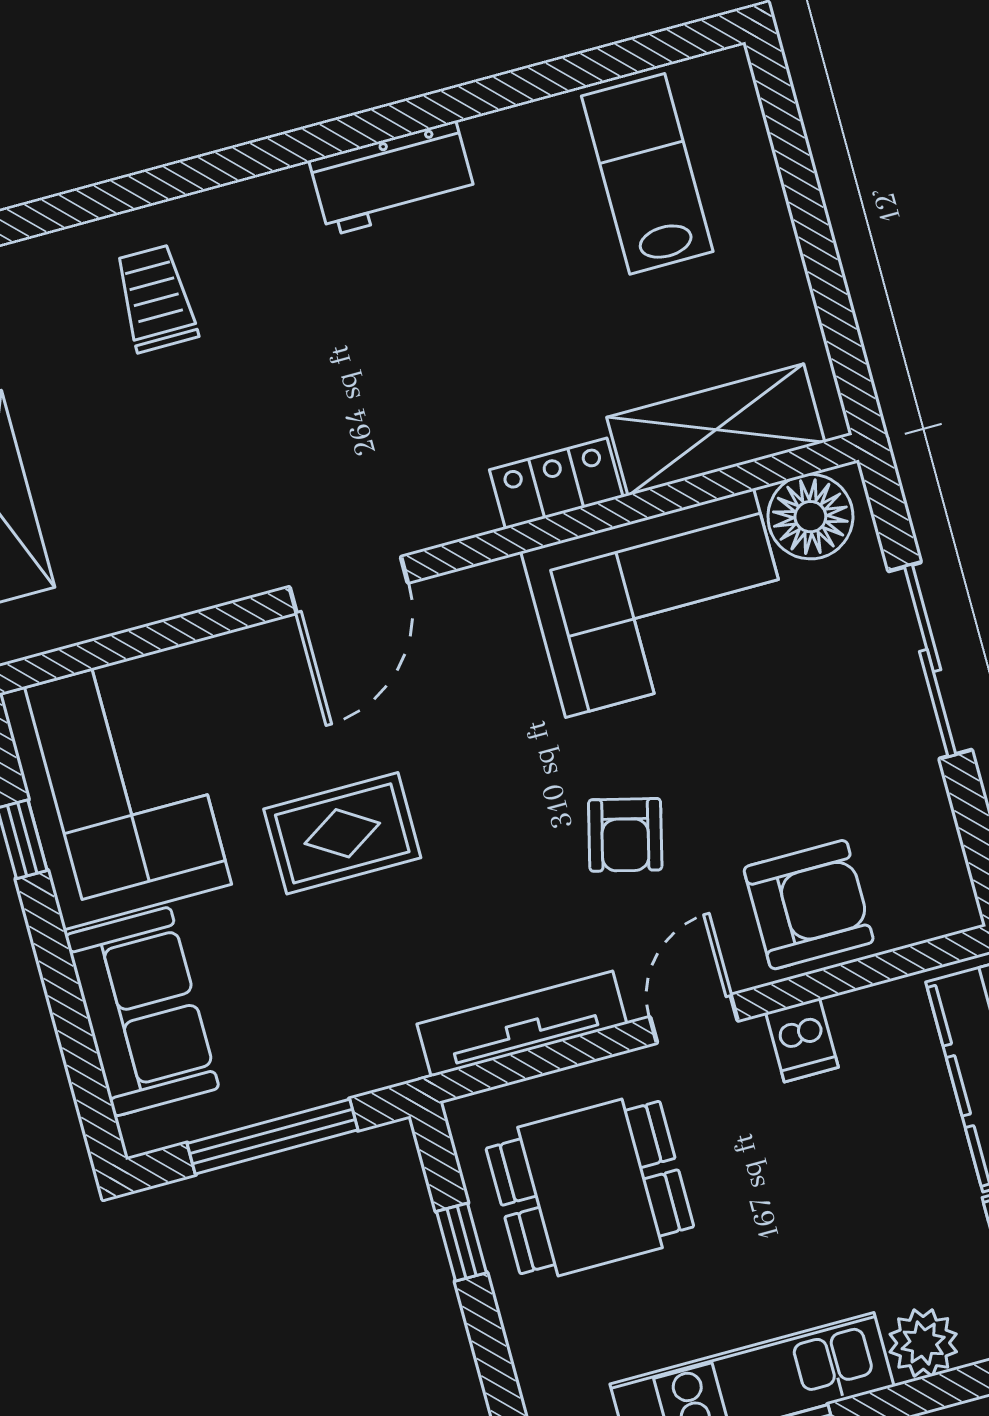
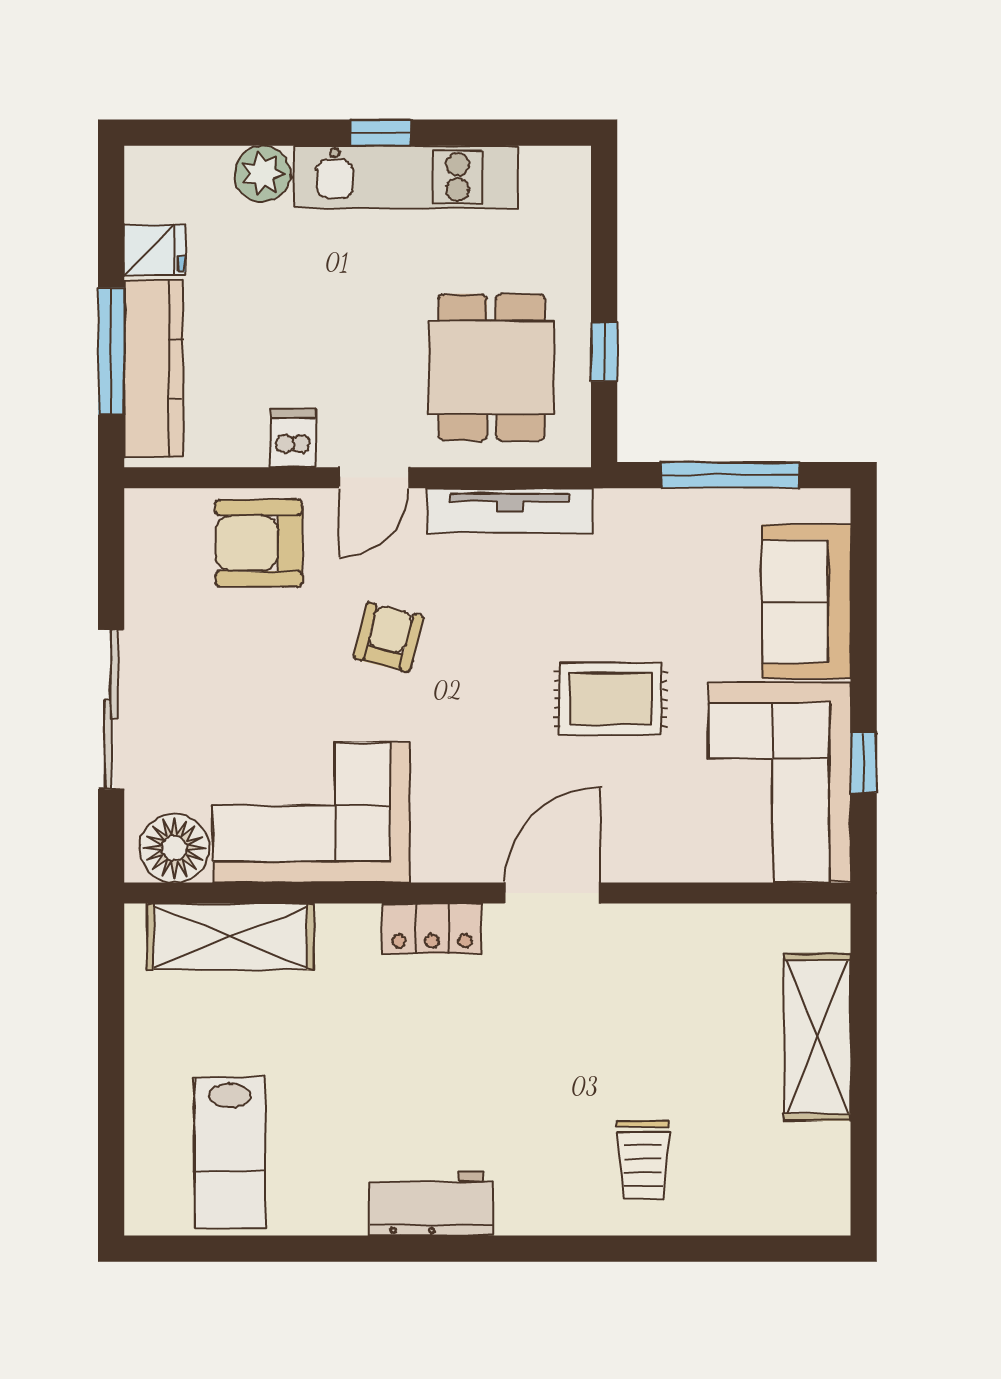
locker: (556, 483) -> (432, 929), moved
dining table: (590, 1188) -> (491, 367), turned 90

